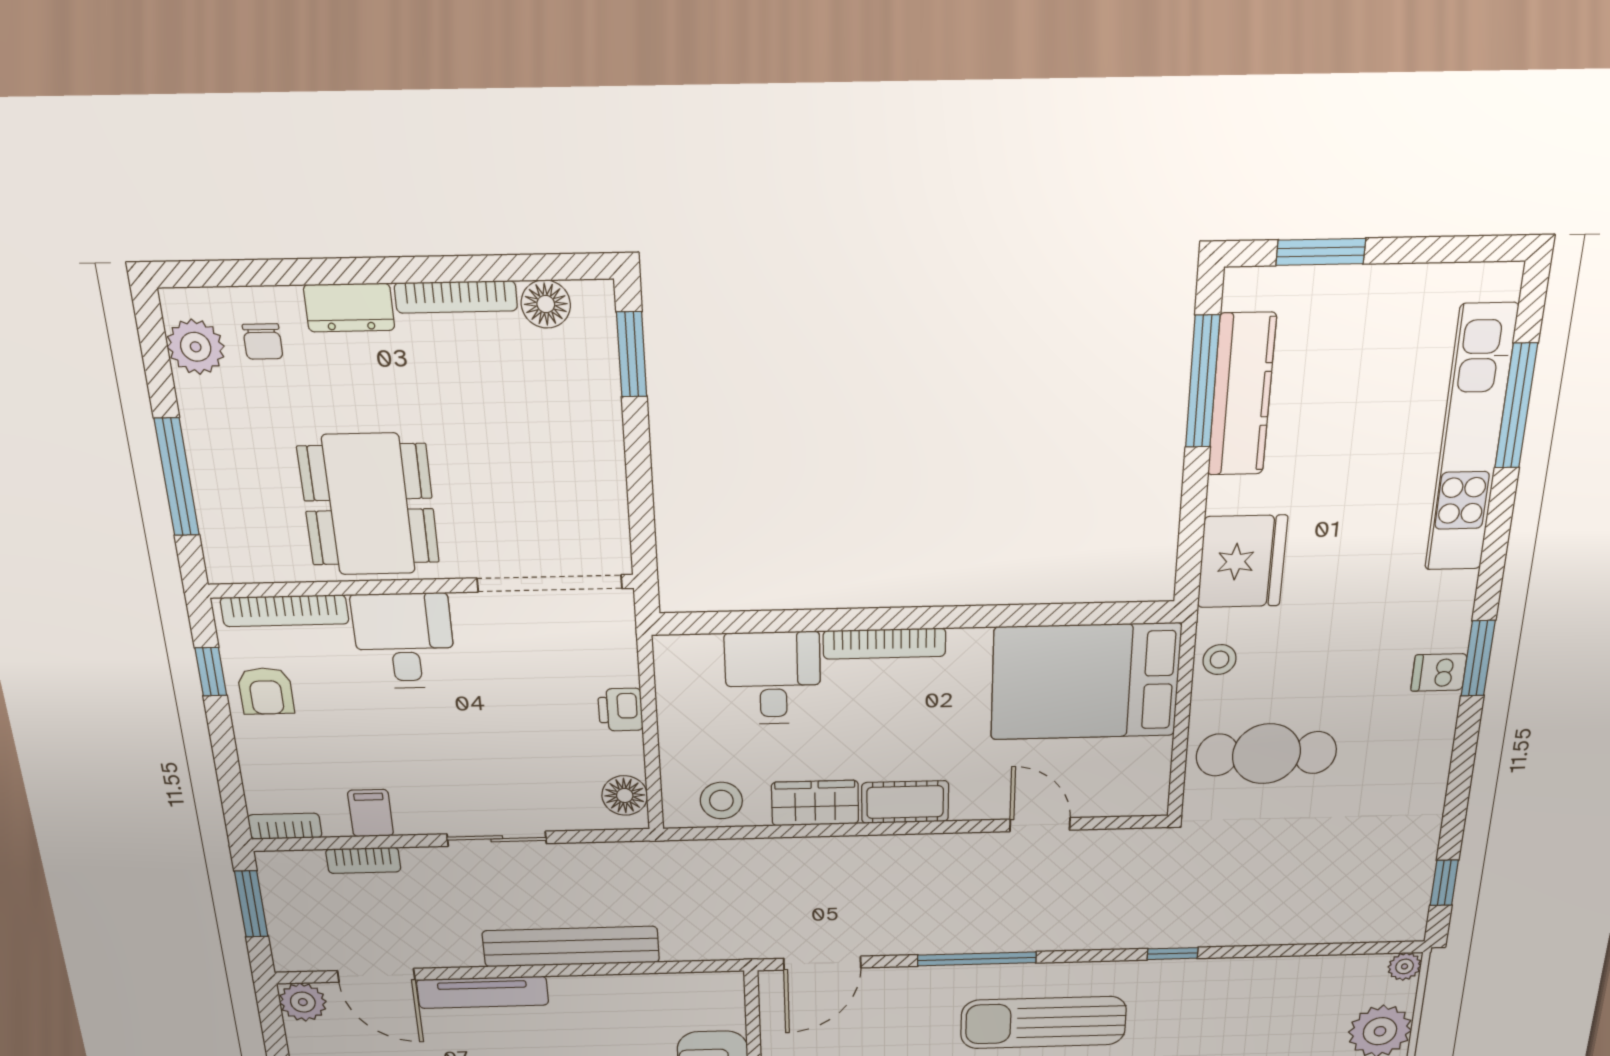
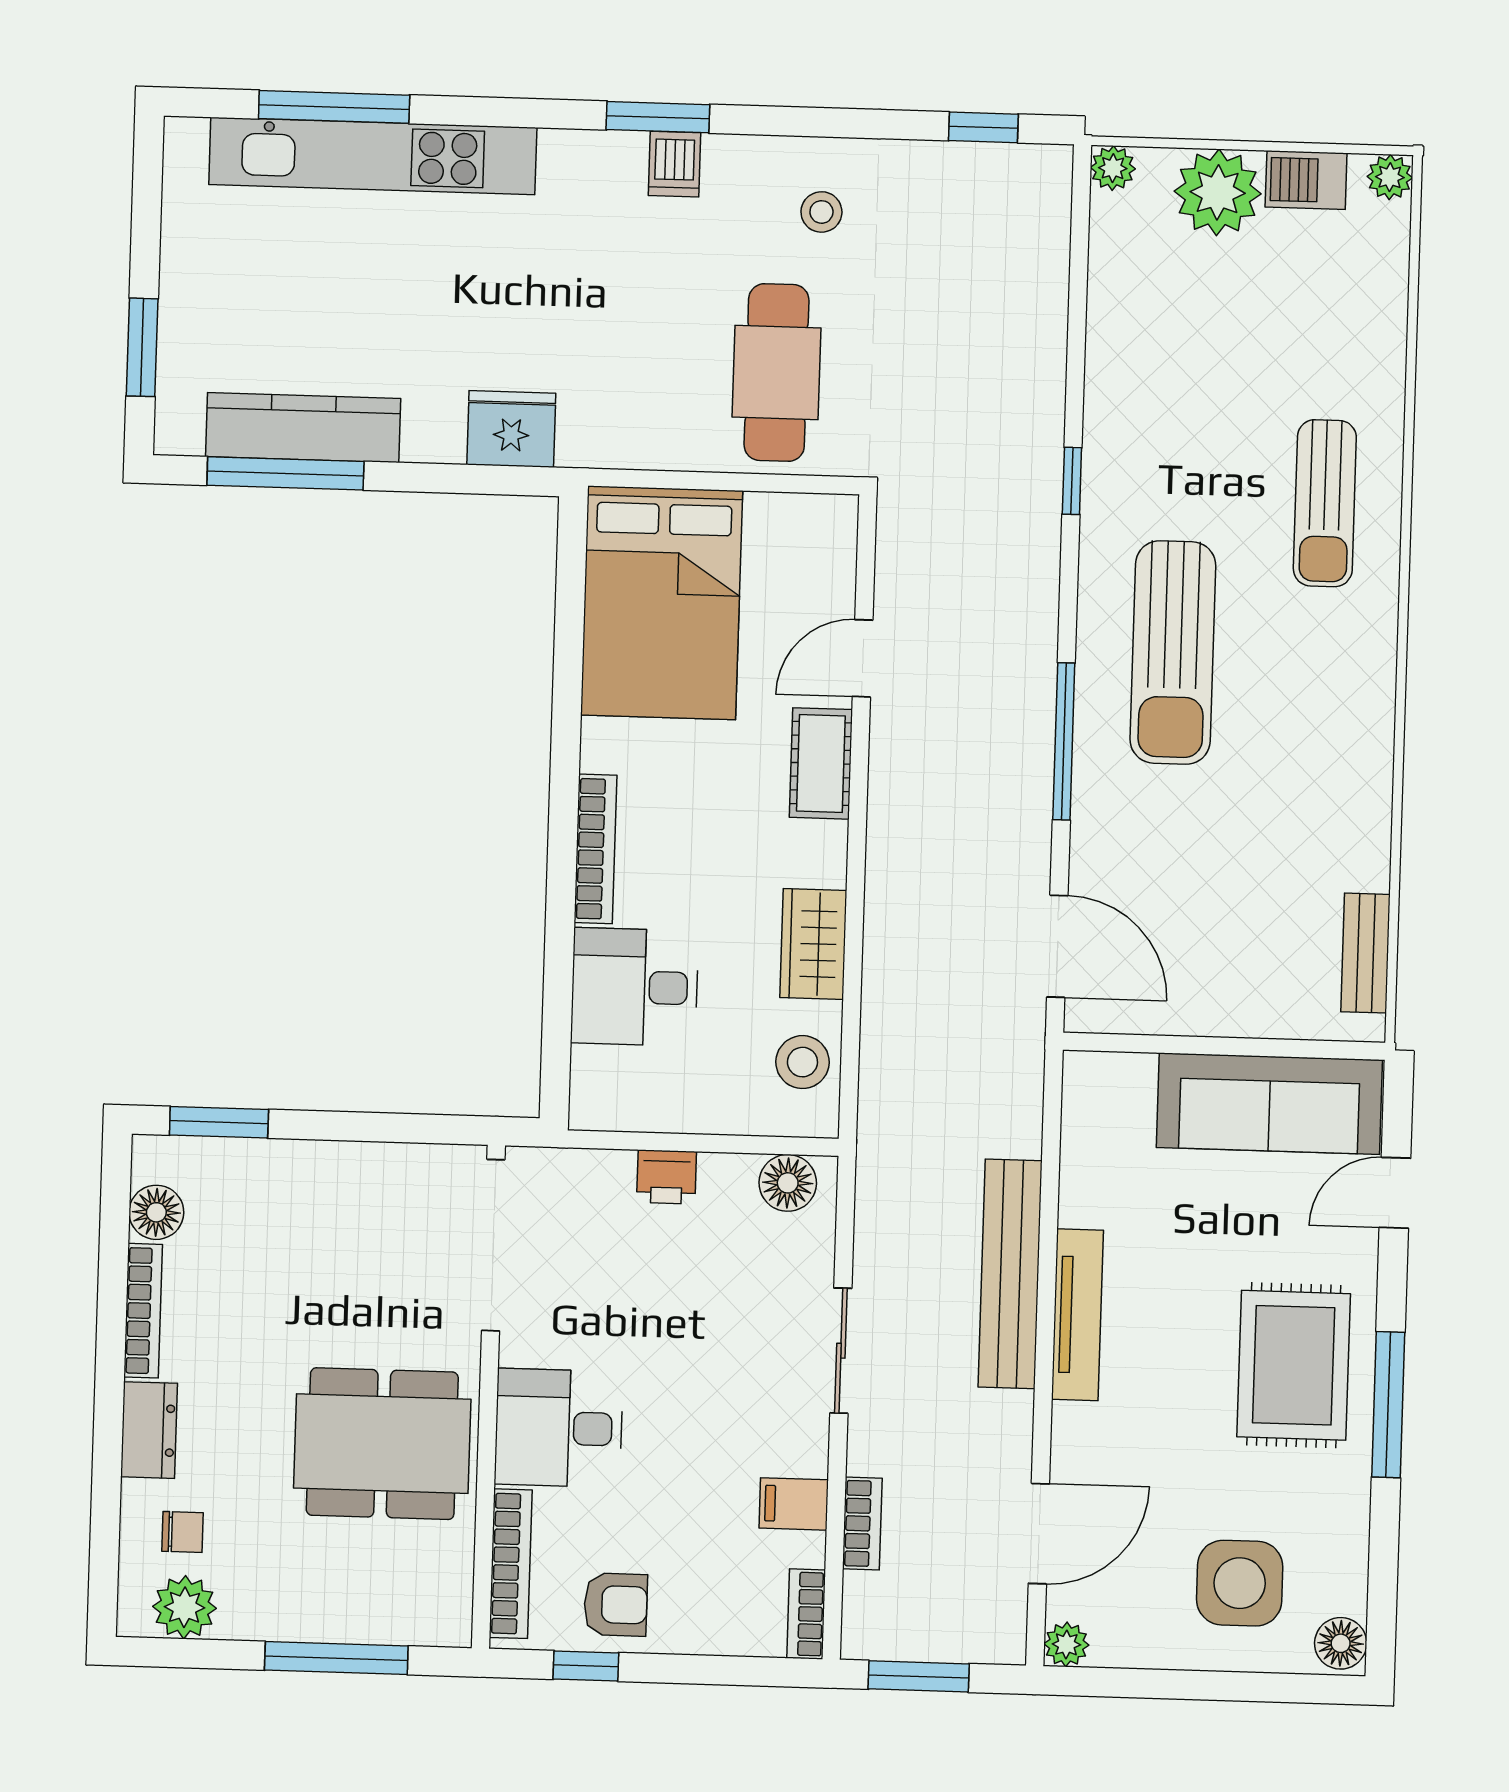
fridge: (1242, 562) -> (511, 429), width x0.73, depth x0.75
stool: (1220, 660) -> (821, 212), moved
cot: (905, 802) -> (821, 763), moved
tv unit: (483, 992) -> (1077, 1315), moved
plant: (303, 1002) -> (1066, 1644), width x0.73, depth x0.73

